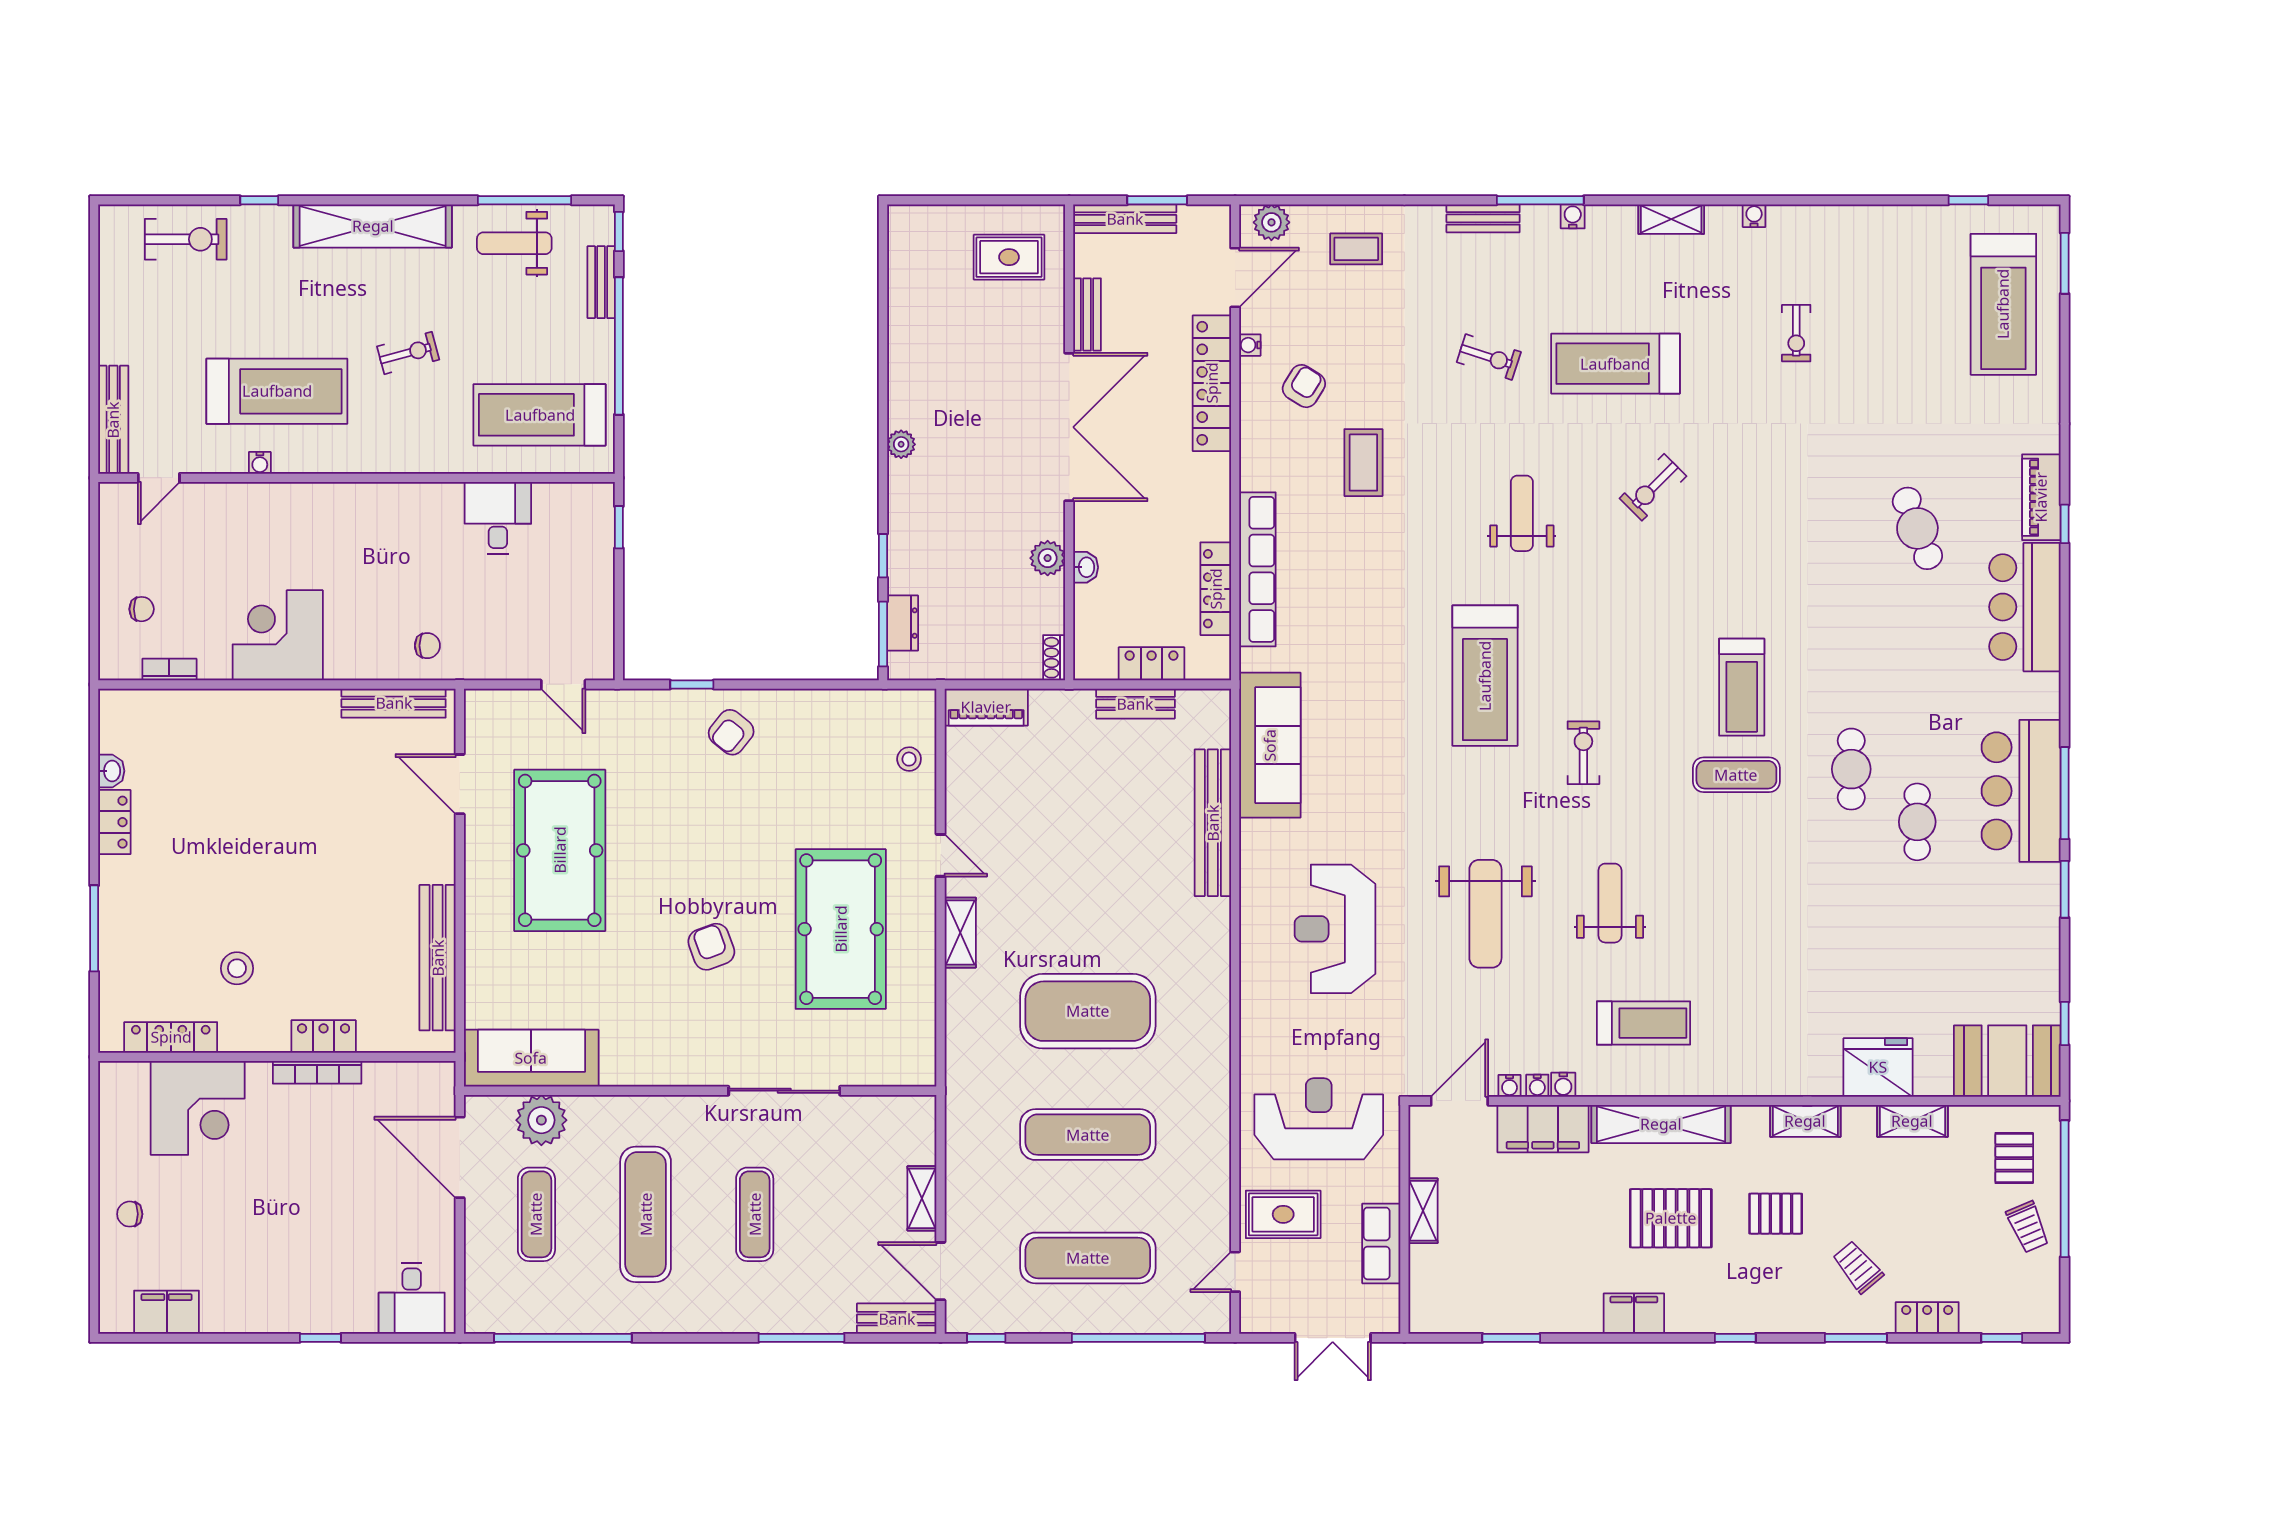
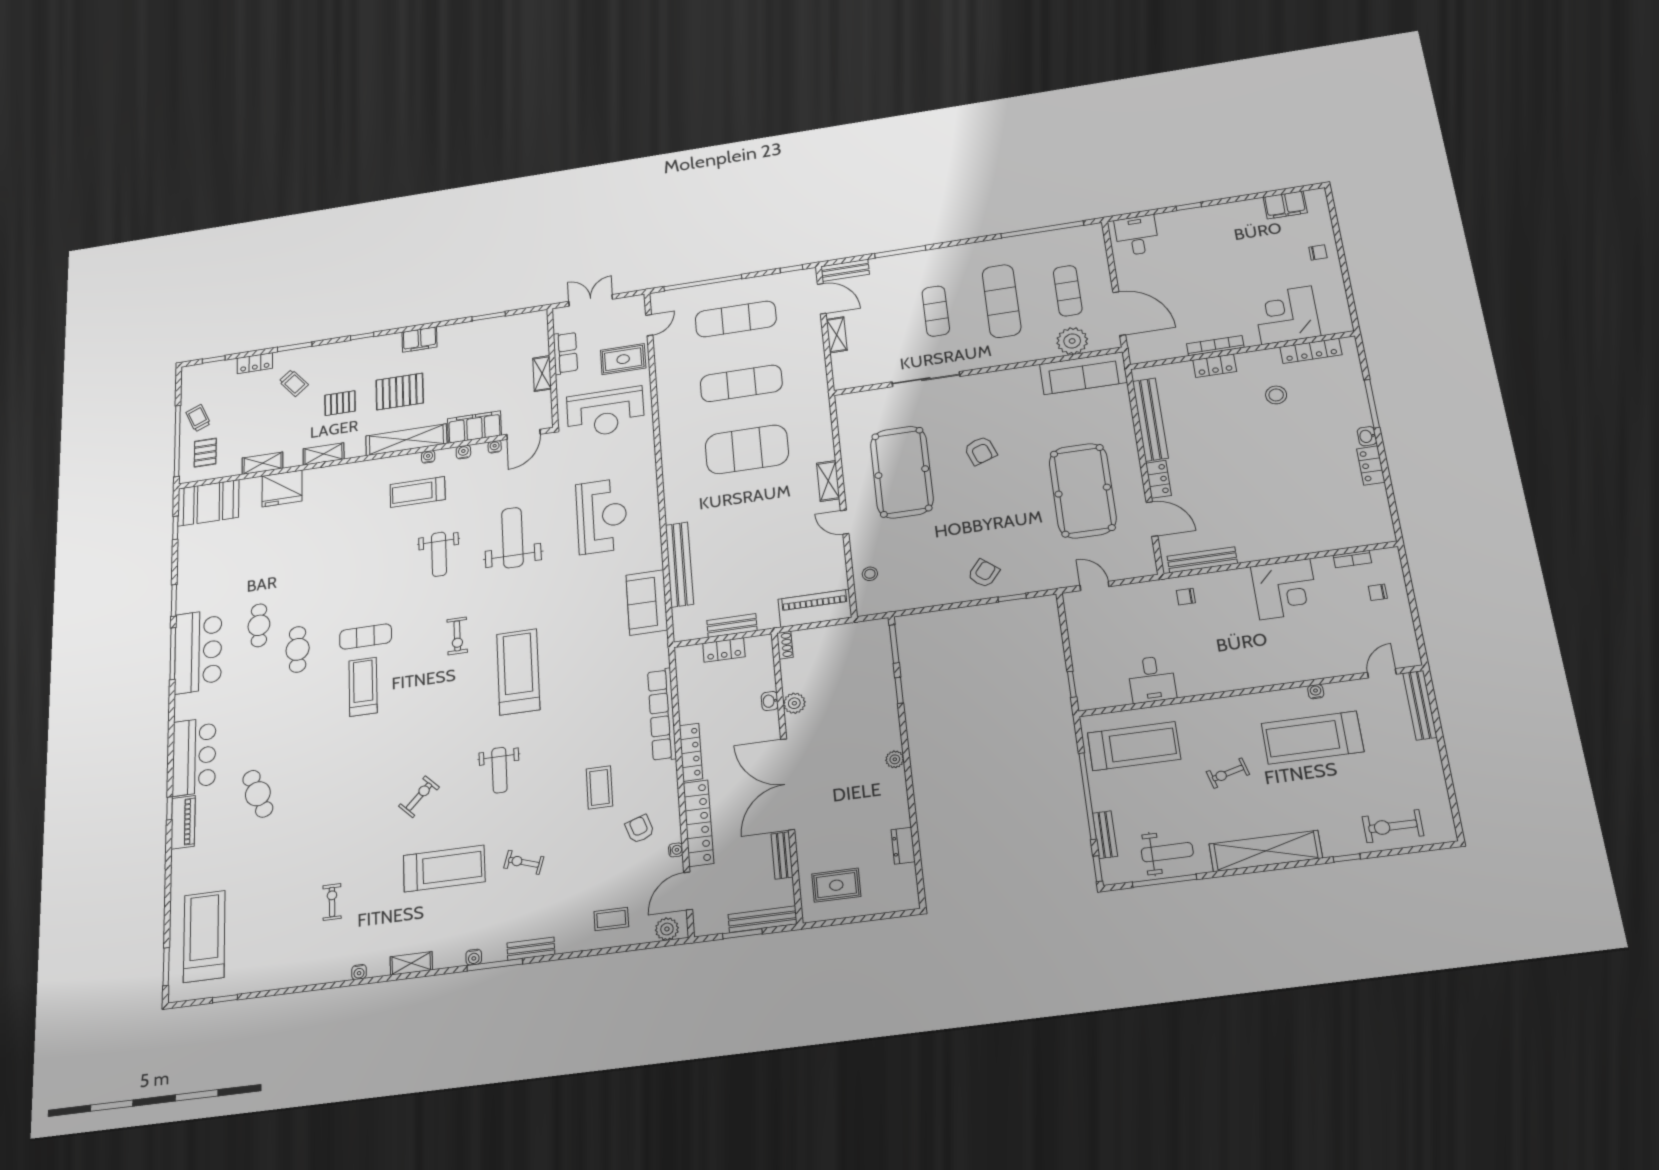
armchair: (1304, 386) -> (640, 829), turned 129
locker: (1216, 589) -> (691, 752), moved
dresser: (903, 623) -> (903, 846), moved
piano: (986, 707) -> (815, 608), width x1.37, depth x1.33
sofa: (1270, 745) -> (647, 602), width x0.73
washbasin: (111, 771) -> (1367, 436), moved
locker: (440, 851) -> (1159, 479), added
water cooler: (1537, 1086) -> (428, 457), moved

